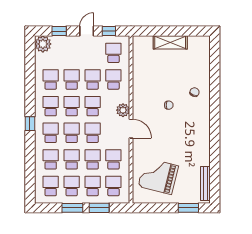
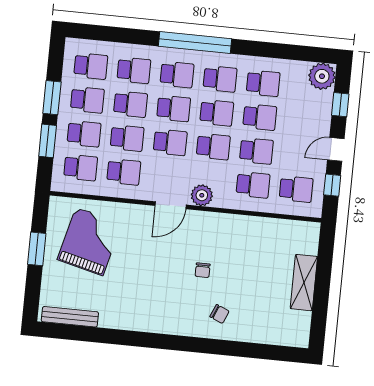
door: (87, 31) -> (336, 149), swing flipped
window: (30, 124) -> (195, 42), width x3.17
window: (188, 208) -> (37, 249), moved

